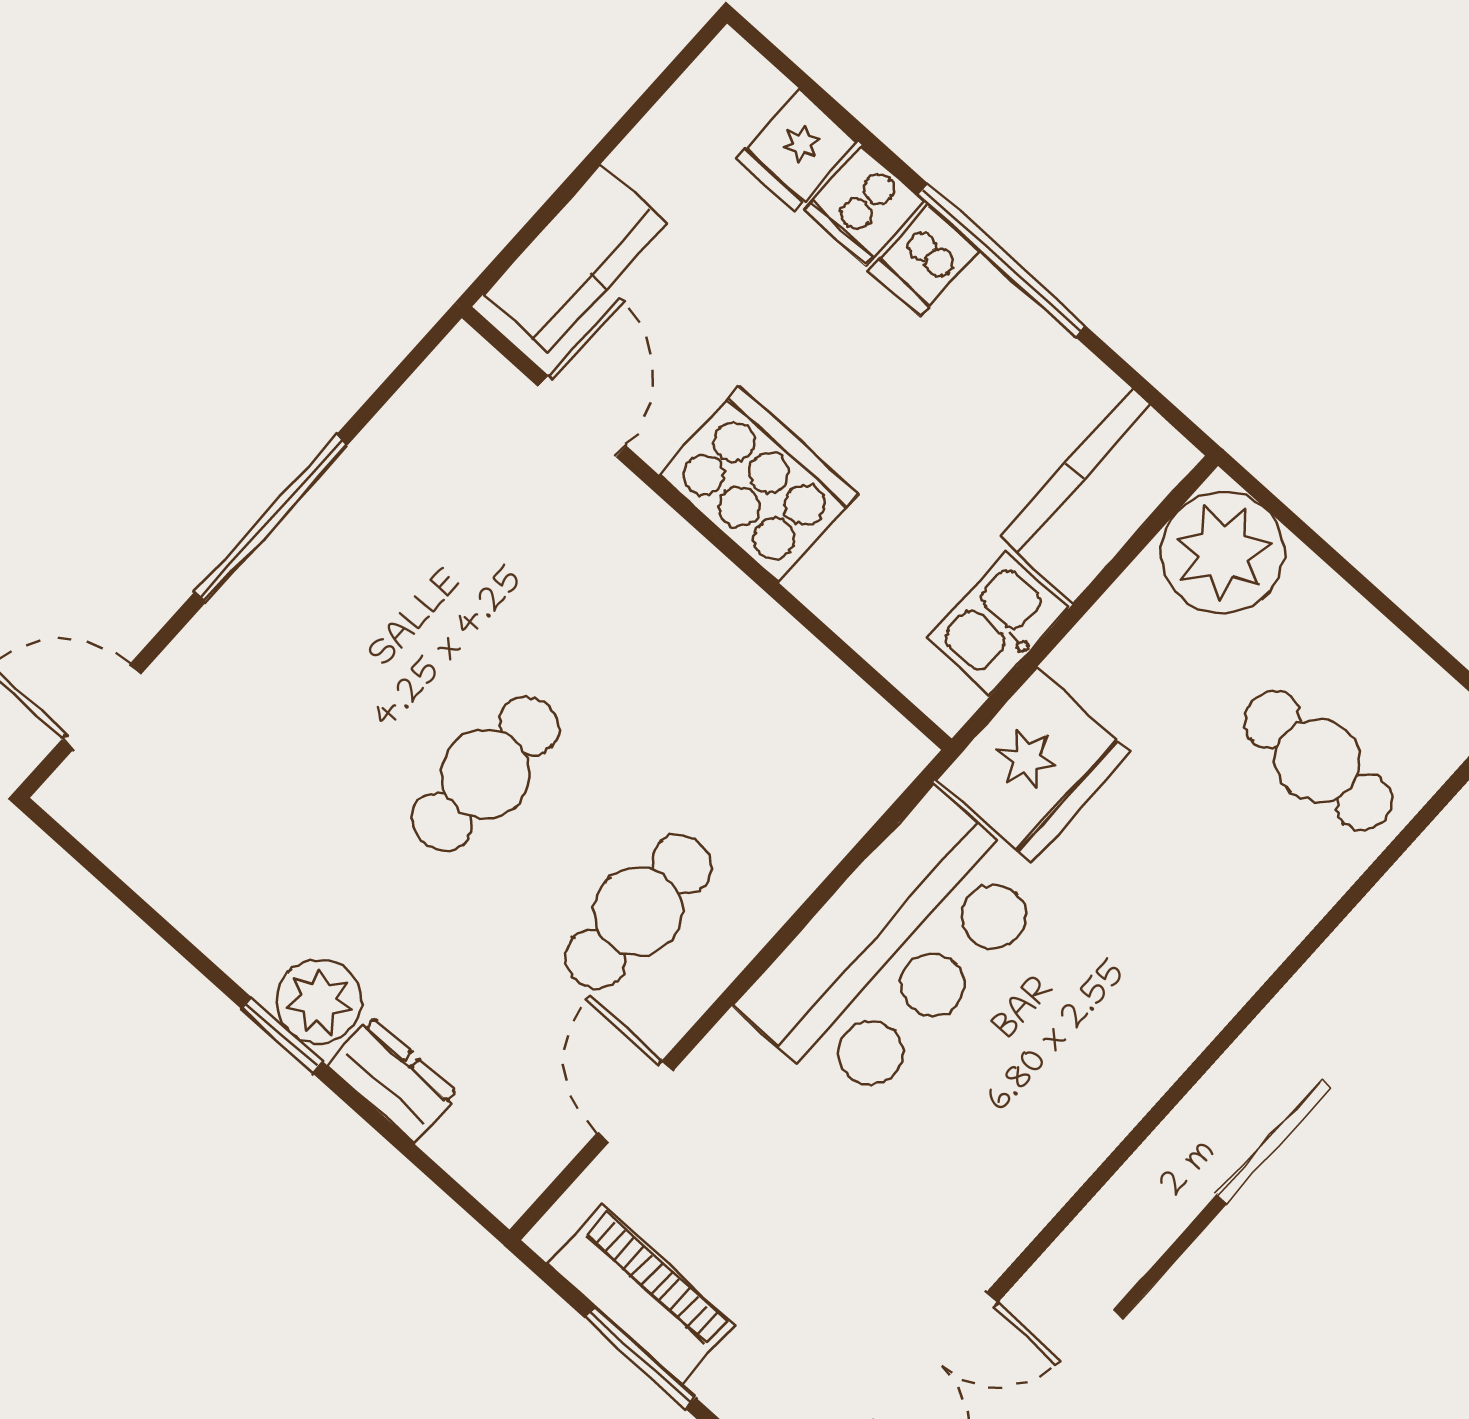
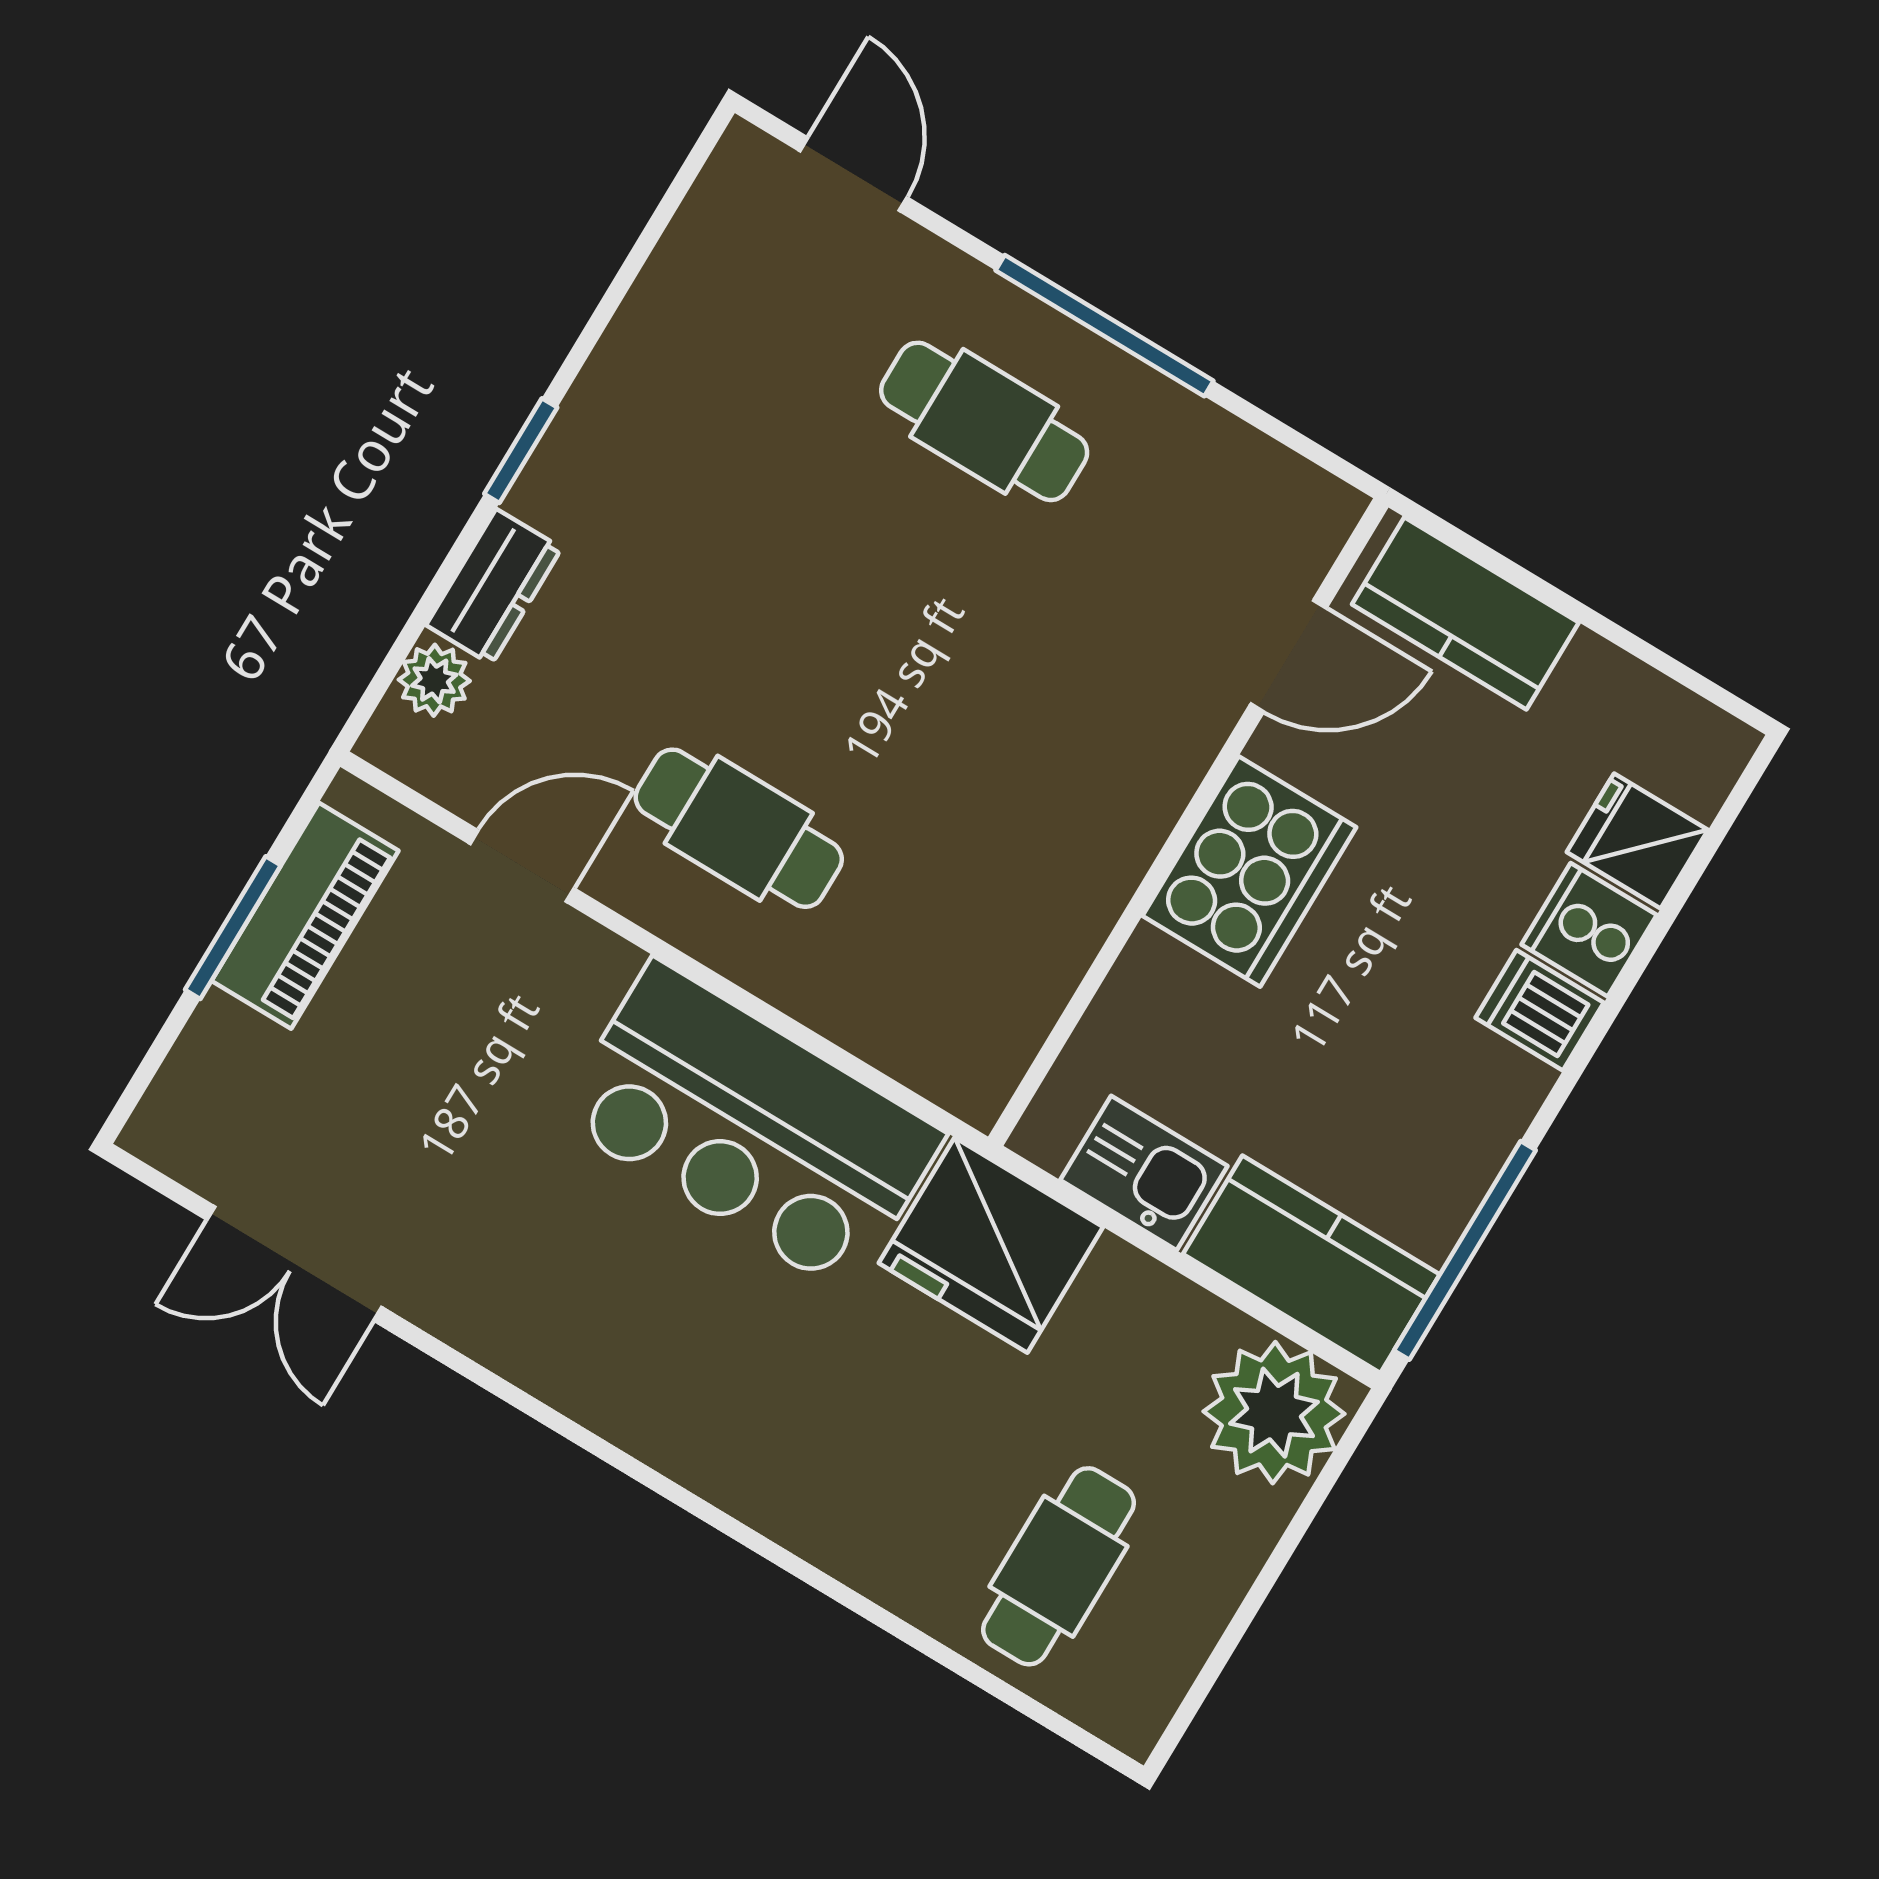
window: (1002, 260) -> (1465, 1250), moved
cafe table: (486, 774) -> (984, 421), moved
plant: (319, 1001) -> (434, 680), moved, width x0.73, depth x0.73

